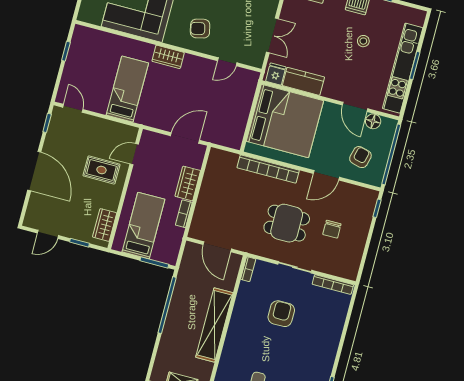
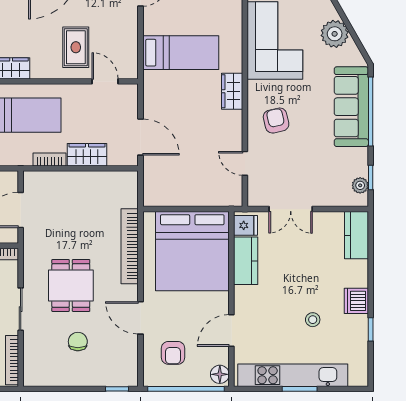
floor lamp: (373, 121) -> (220, 374), moved
armchair: (360, 157) -> (173, 353), turned 76
chair: (332, 229) -> (78, 342), turned 90

